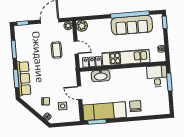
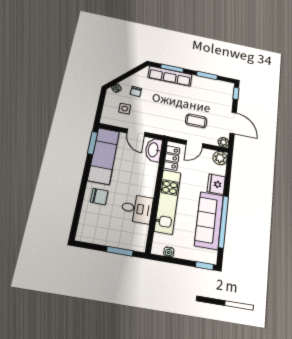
fridge: (103, 25) -> (216, 184), added
washbasin: (101, 76) -> (154, 150), moved
desk: (157, 76) -> (137, 209), moved
door: (80, 93) -> (136, 133), swing flipped

